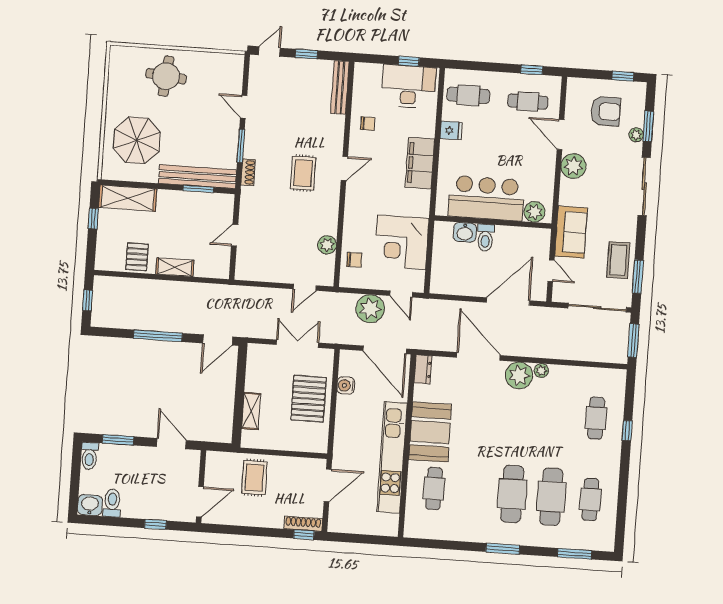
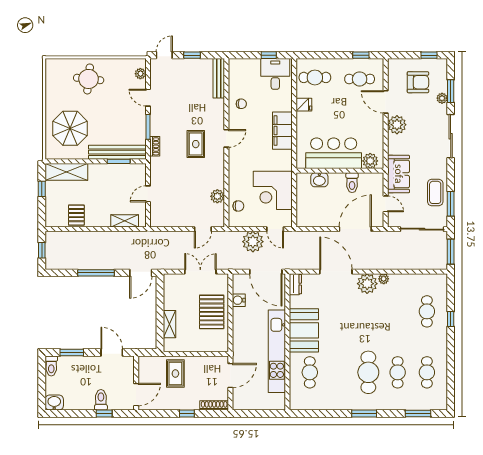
plant: (236, 74) -> (140, 74), added
desk: (409, 86) -> (275, 74), width x0.73
toilet: (485, 238) -> (352, 183), moved
shelving: (175, 267) -> (125, 221), moved
cafe table: (551, 497) -> (398, 372), width x0.73, depth x0.74
toilet: (112, 503) -> (101, 400), moved
window: (304, 535) -> (187, 414), moved

